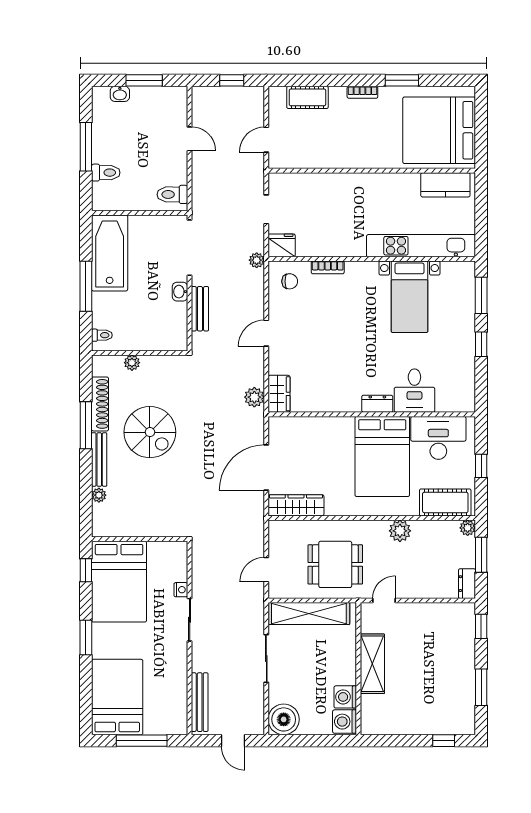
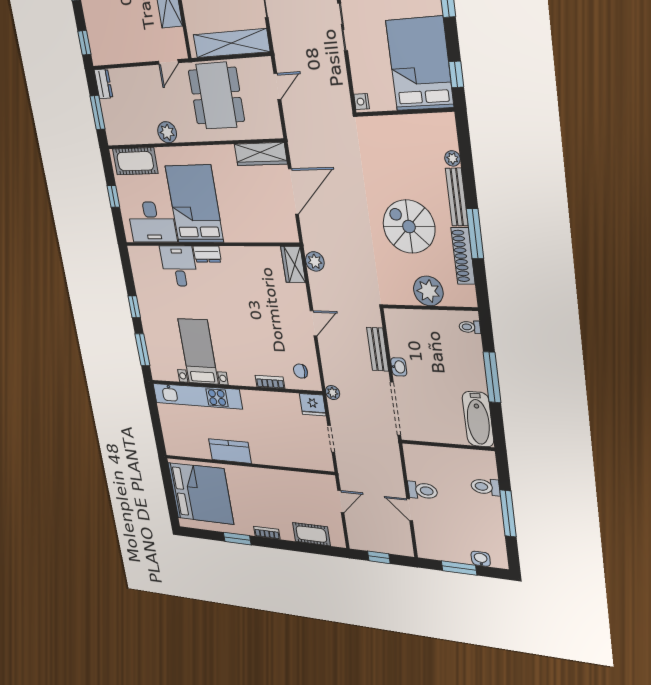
kitchen counter: (445, 185) -> (230, 451), moved
toilet: (172, 194) -> (423, 491), moved
bathtub: (110, 253) -> (478, 419), width x0.73, depth x0.73
plant: (132, 363) -> (428, 291), width x1.87, depth x1.87
plant: (468, 528) -> (113, 138), removed
dining table: (335, 564) -> (216, 96), width x1.38
nightstand: (181, 590) -> (362, 102), moved

